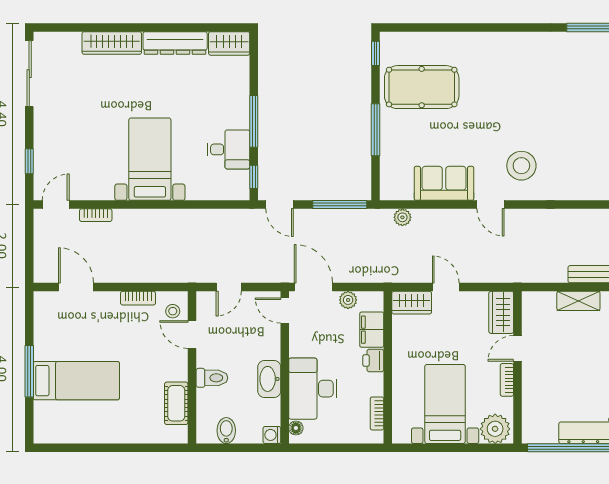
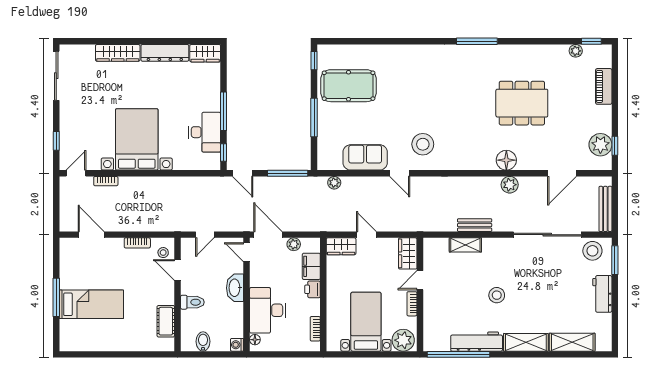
desk: (229, 149) -> (205, 132), width x1.37
bed with nightstands: (150, 159) -> (137, 139), width x1.36
washbasin: (269, 379) -> (235, 288), moved

